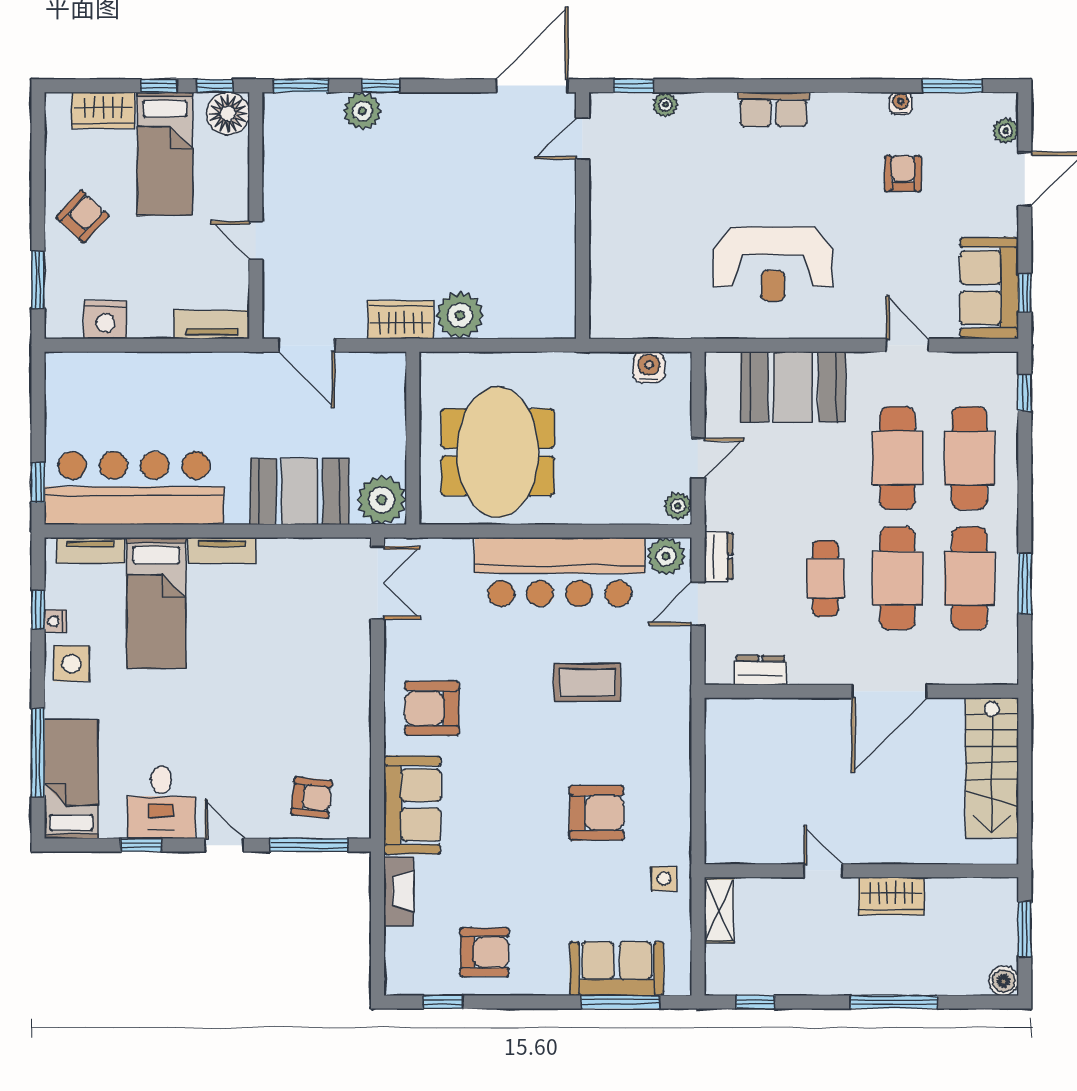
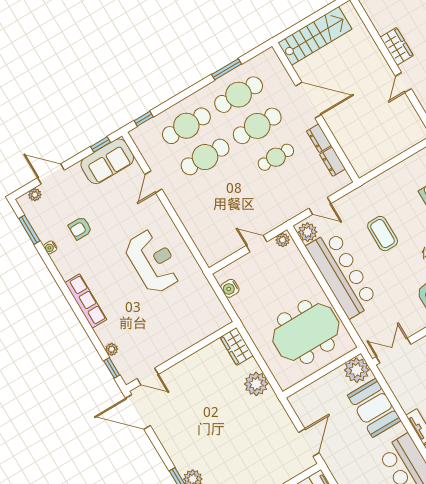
row of seats: (773, 109) -> (86, 301), width x1.48
wardrobe: (401, 320) -> (237, 346), moved
booth: (793, 387) -> (201, 221), removed
dresser: (718, 556) -> (319, 138), moved, turned -90

